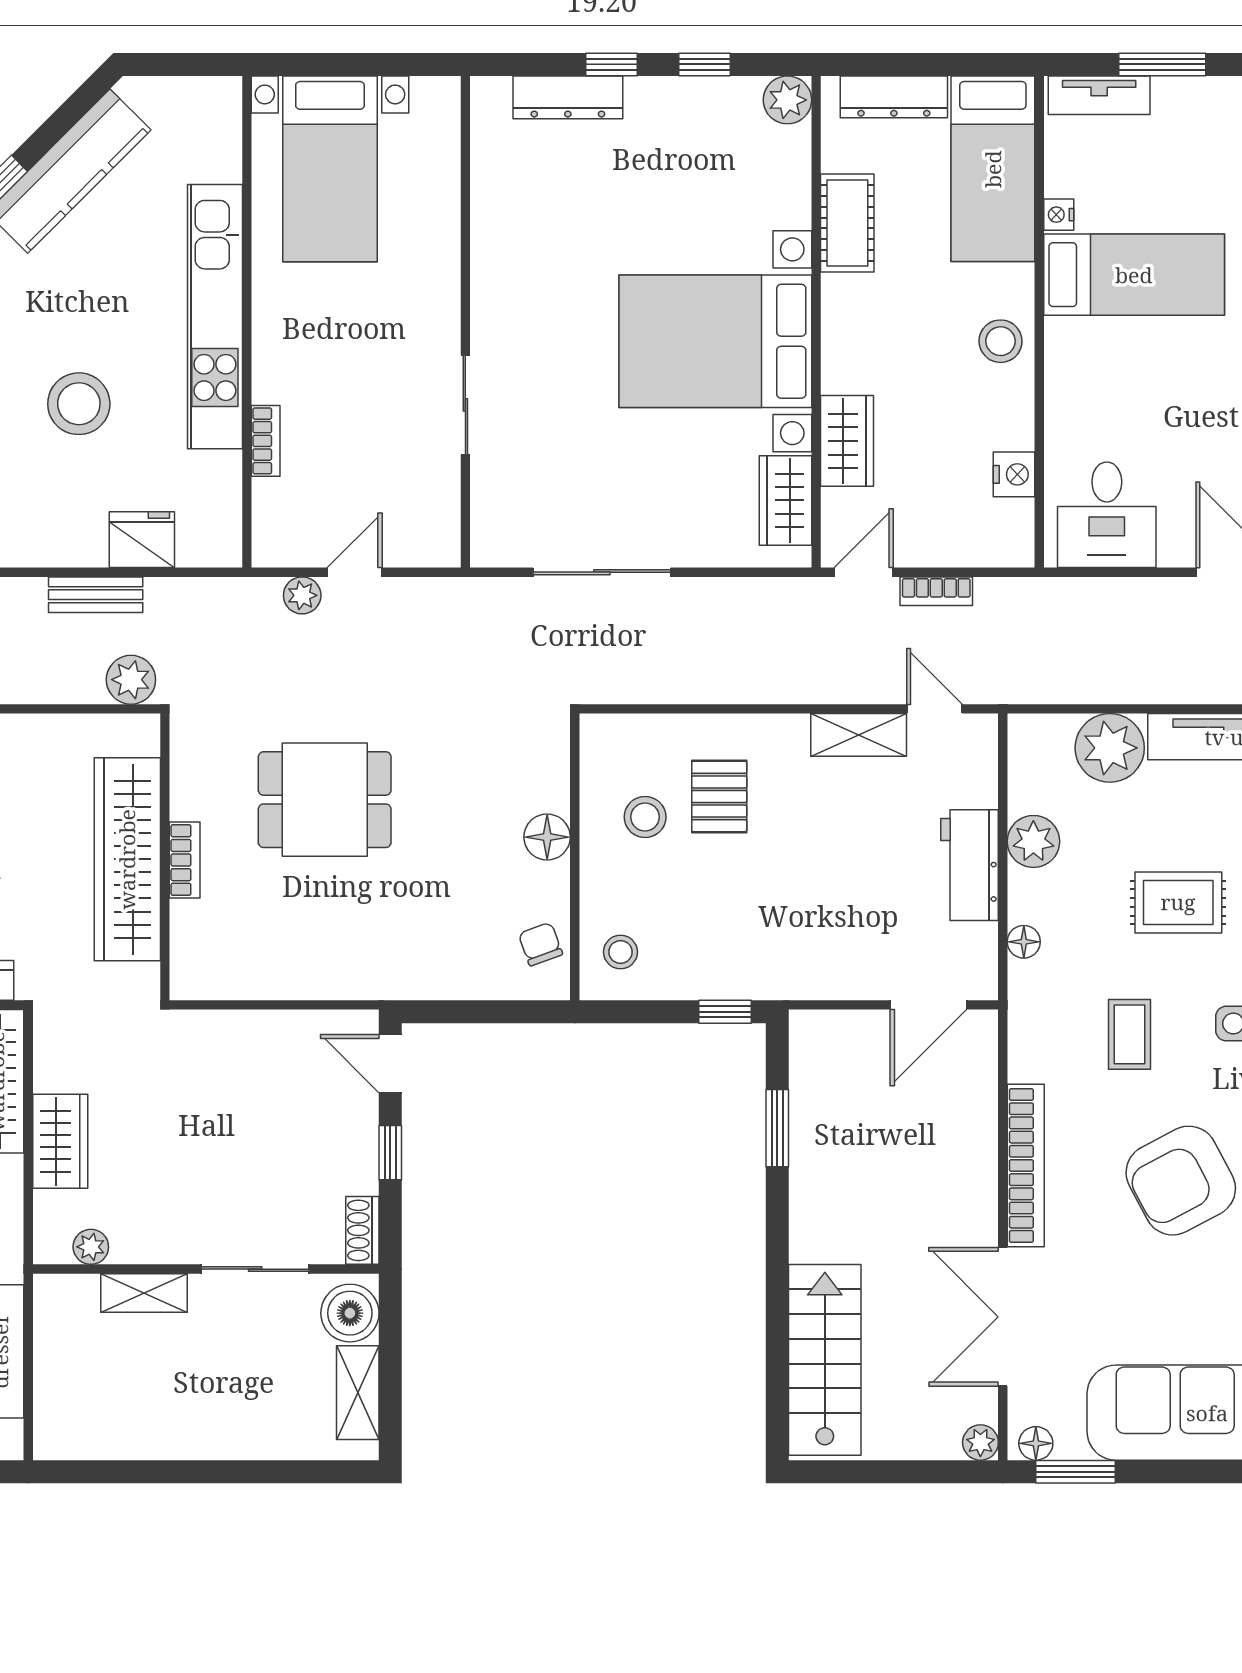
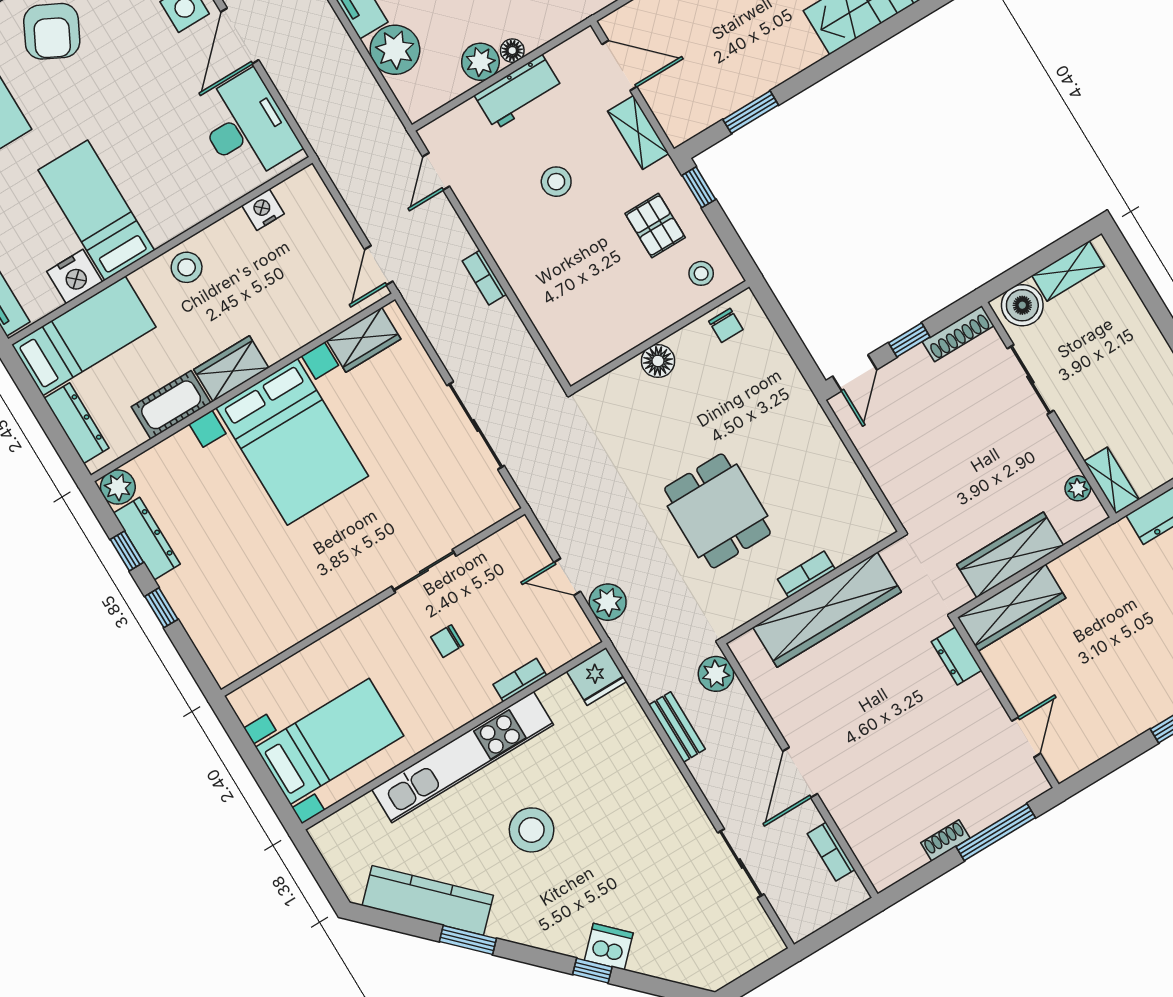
dresser: (568, 97) -> (147, 539), moved
nightstand: (1059, 215) -> (75, 277), width x1.89, depth x1.79
chair: (365, 382) -> (447, 641), added
stool: (79, 404) -> (532, 830), moved
wardrobe: (847, 441) -> (231, 369), moved
desk: (1107, 515) -> (247, 127), width x1.37
fridge: (142, 540) -> (597, 676), moved, turned -90
door: (864, 572) -> (379, 265), hinge flipped
bookcase: (936, 591) -> (484, 278), moved, turned 180
plant: (302, 595) -> (608, 602), width x1.38, depth x1.38
shelving: (859, 735) -> (638, 132), moved
pallet: (719, 797) -> (655, 226), moved, turned 90
stool: (645, 817) -> (556, 182), moved
floor lamp: (1024, 942) -> (512, 51), moved
chair: (540, 944) -> (726, 325), turned -70
wardrobe: (60, 1141) -> (1010, 555), width x1.50
shoe rack: (362, 1230) -> (958, 334), width x1.43
shelving: (144, 1293) -> (1112, 480), moved

